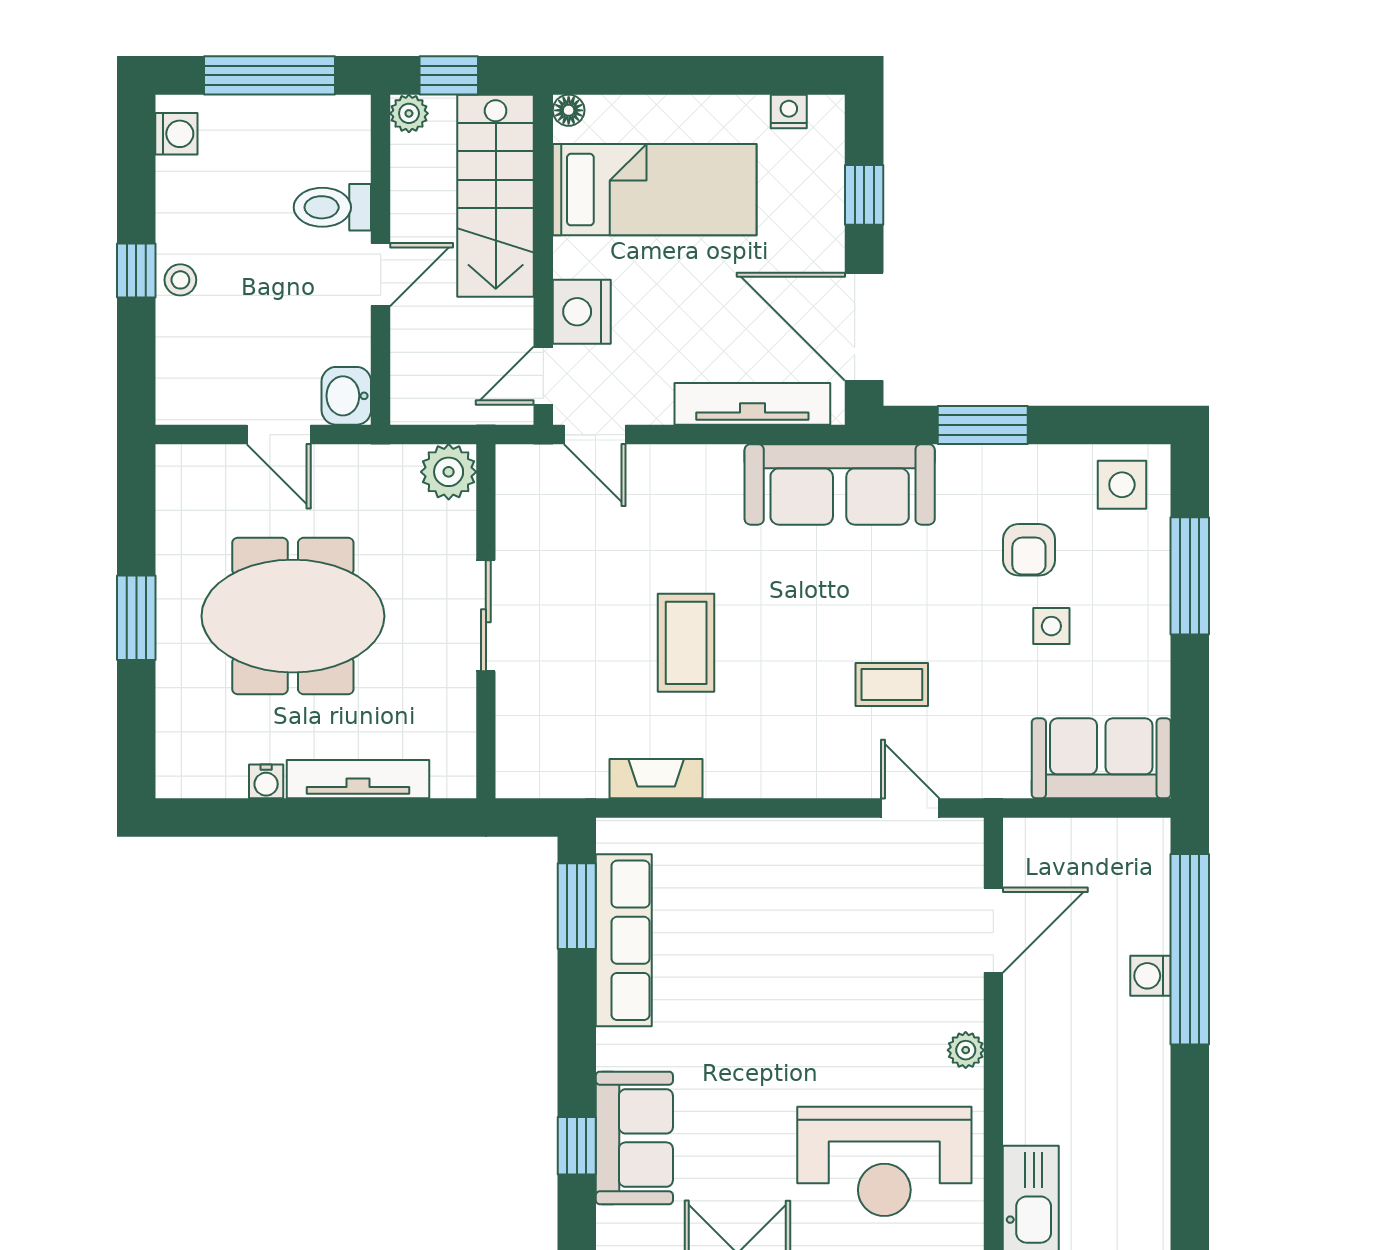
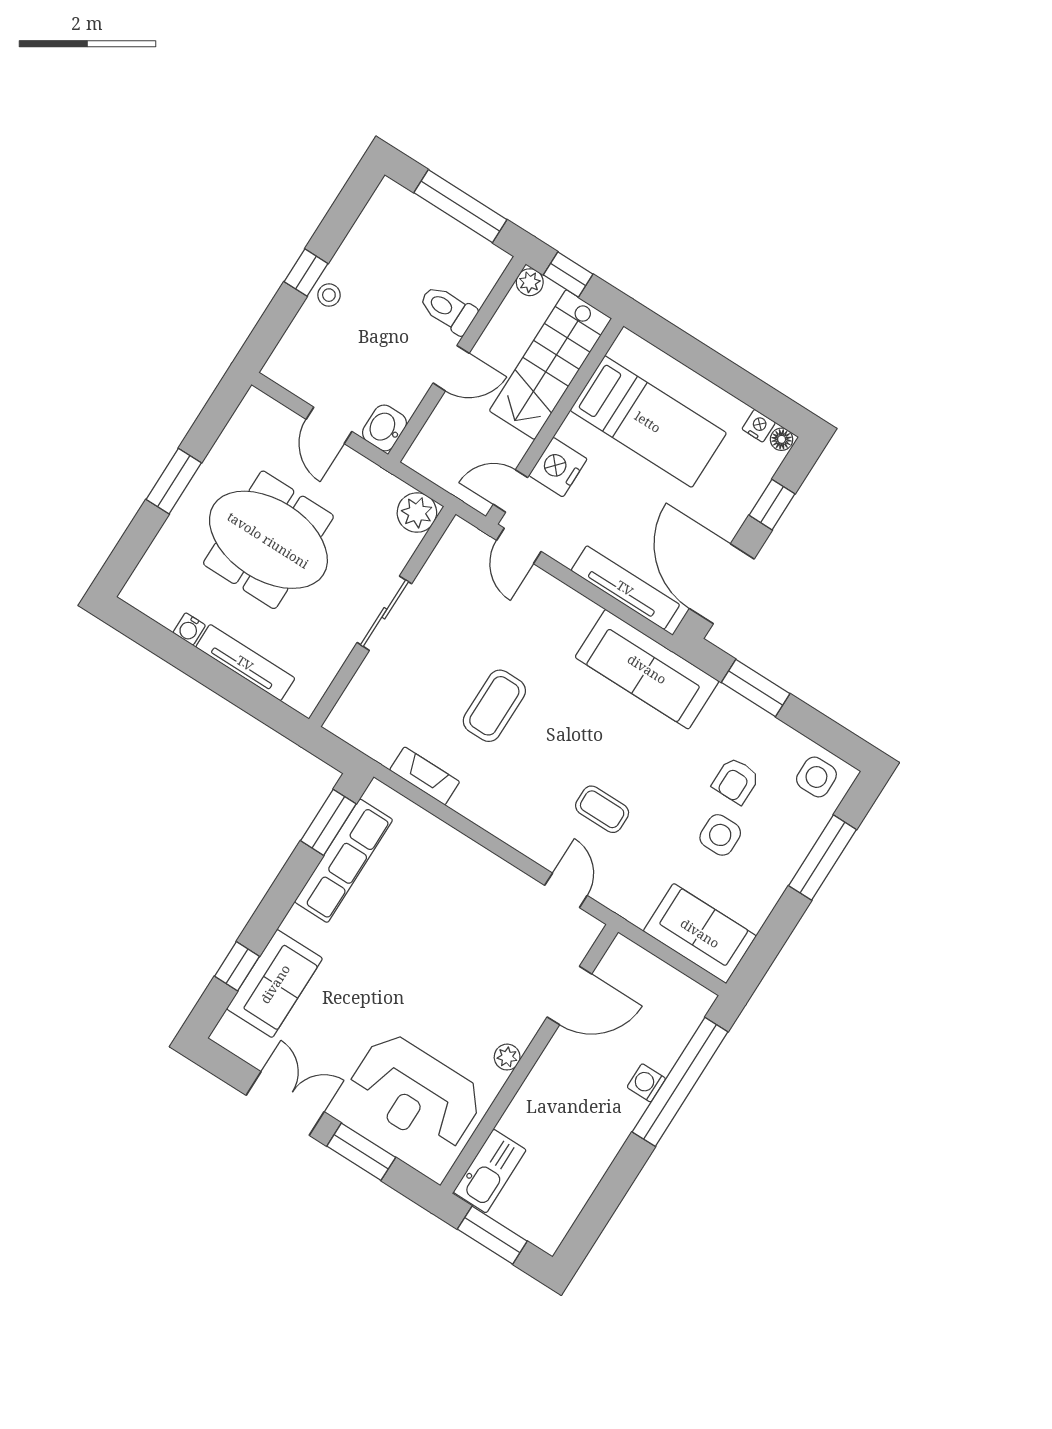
floor lamp: (569, 110) -> (782, 439), moved
washing machine: (176, 134) -> (382, 206), removed
side table: (1051, 626) -> (720, 835), width x1.37, depth x1.37

